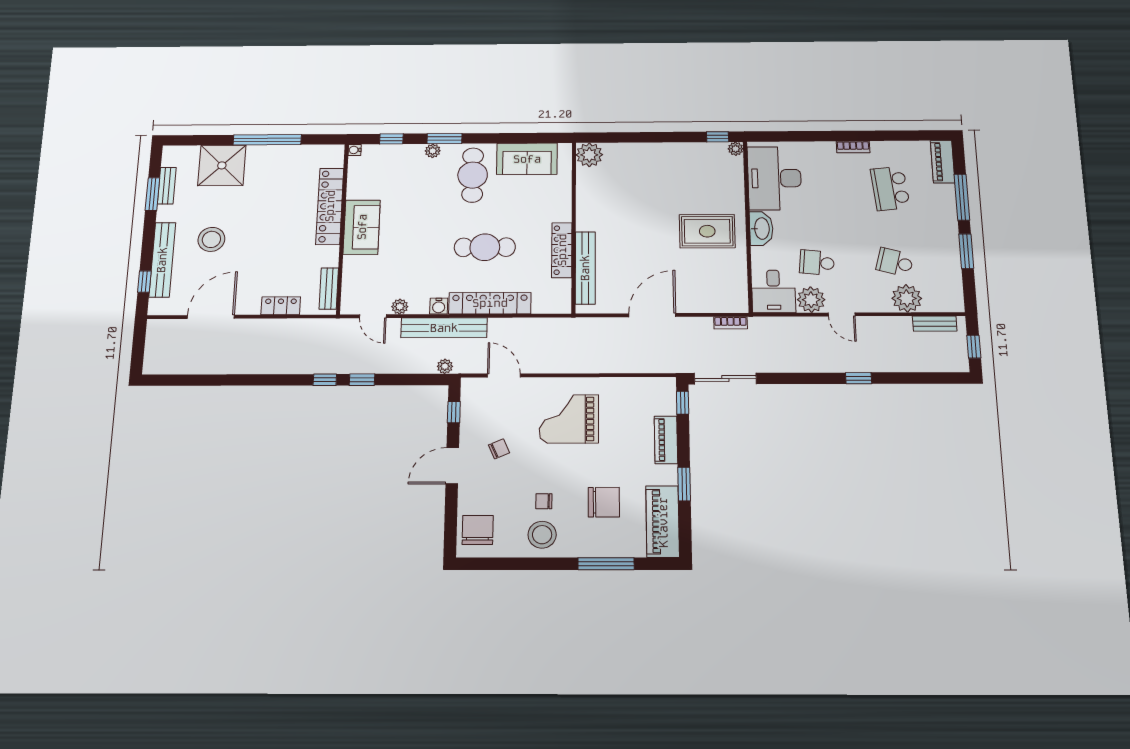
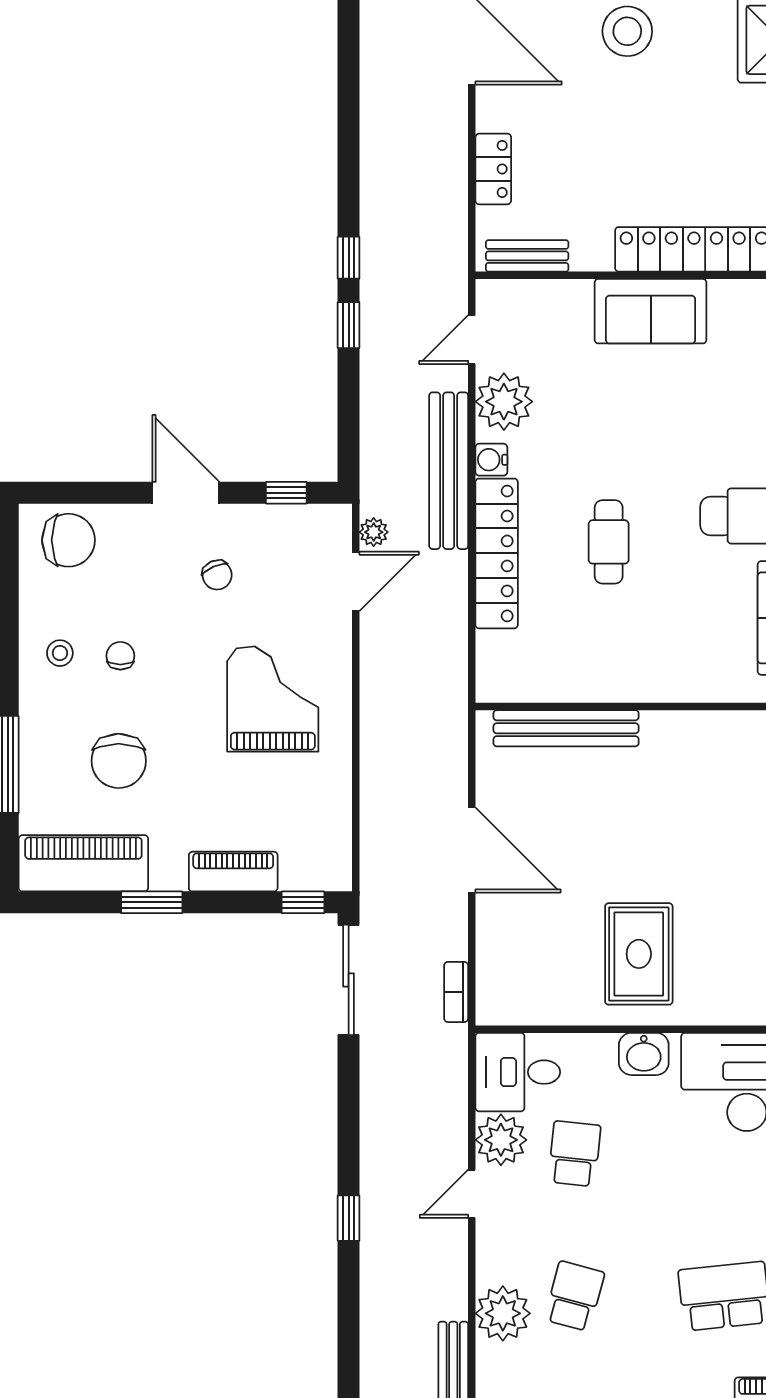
washbasin: (761, 228) -> (644, 1054), width x0.72
cafe table: (485, 247) -> (609, 542), width x0.73, depth x0.74
locker: (562, 250) -> (602, 685), removed
plant: (400, 307) -> (504, 402), width x1.88, depth x1.88
plant: (445, 366) -> (374, 532), moved
stool: (542, 535) -> (60, 653), width x0.53, depth x0.53

